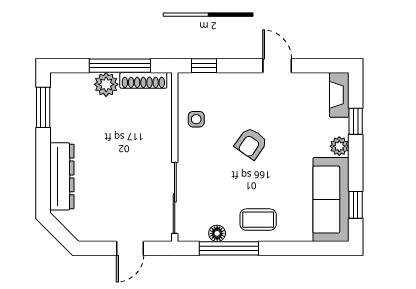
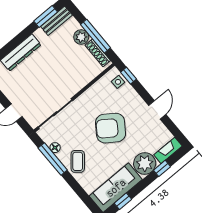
bench: (60, 98) -> (56, 21), added
side table: (196, 119) -> (118, 82), moved
armchair: (251, 143) -> (111, 128), width x1.88, depth x1.88
plant: (339, 146) -> (145, 163), width x1.88, depth x1.88
coffee table: (258, 220) -> (78, 161), turned 40

